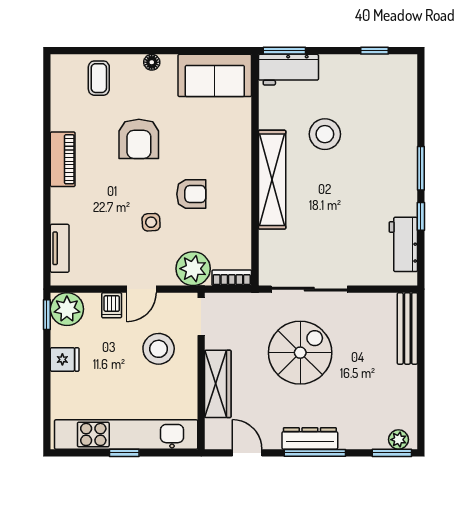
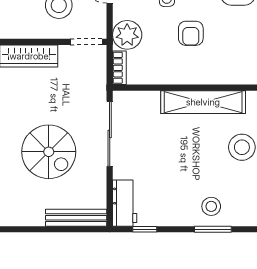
stool: (394, 170) -> (211, 206), added
window: (421, 216) -> (145, 229), moved
workbench: (403, 244) -> (125, 203), moved, turned 90
spiral stairs: (300, 353) -> (49, 152), moved

